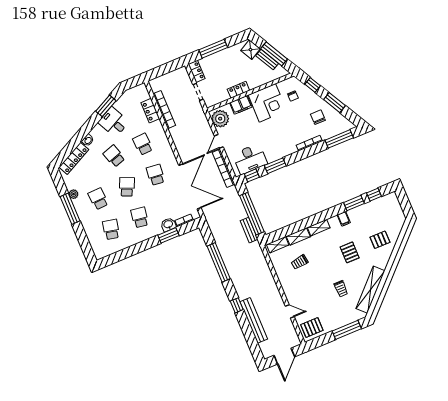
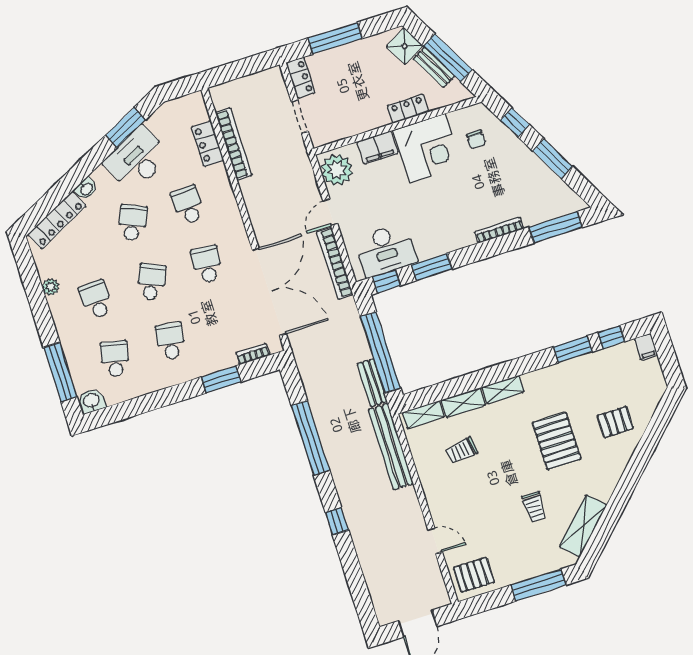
locker: (238, 90) -> (408, 109), moved
chair: (318, 117) -> (519, 183), removed
desk: (114, 122) -> (137, 159), width x1.37
school desk: (114, 156) -> (133, 223), turned 42
window: (70, 209) -> (60, 372), moved
filing cabinet: (344, 219) -> (646, 347), moved
washbasin: (168, 225) -> (91, 401), moved
pallet: (350, 252) -> (557, 441), width x1.50, depth x1.42
shelving: (370, 290) -> (583, 526), width x0.68
bench: (254, 320) -> (391, 447), moved

